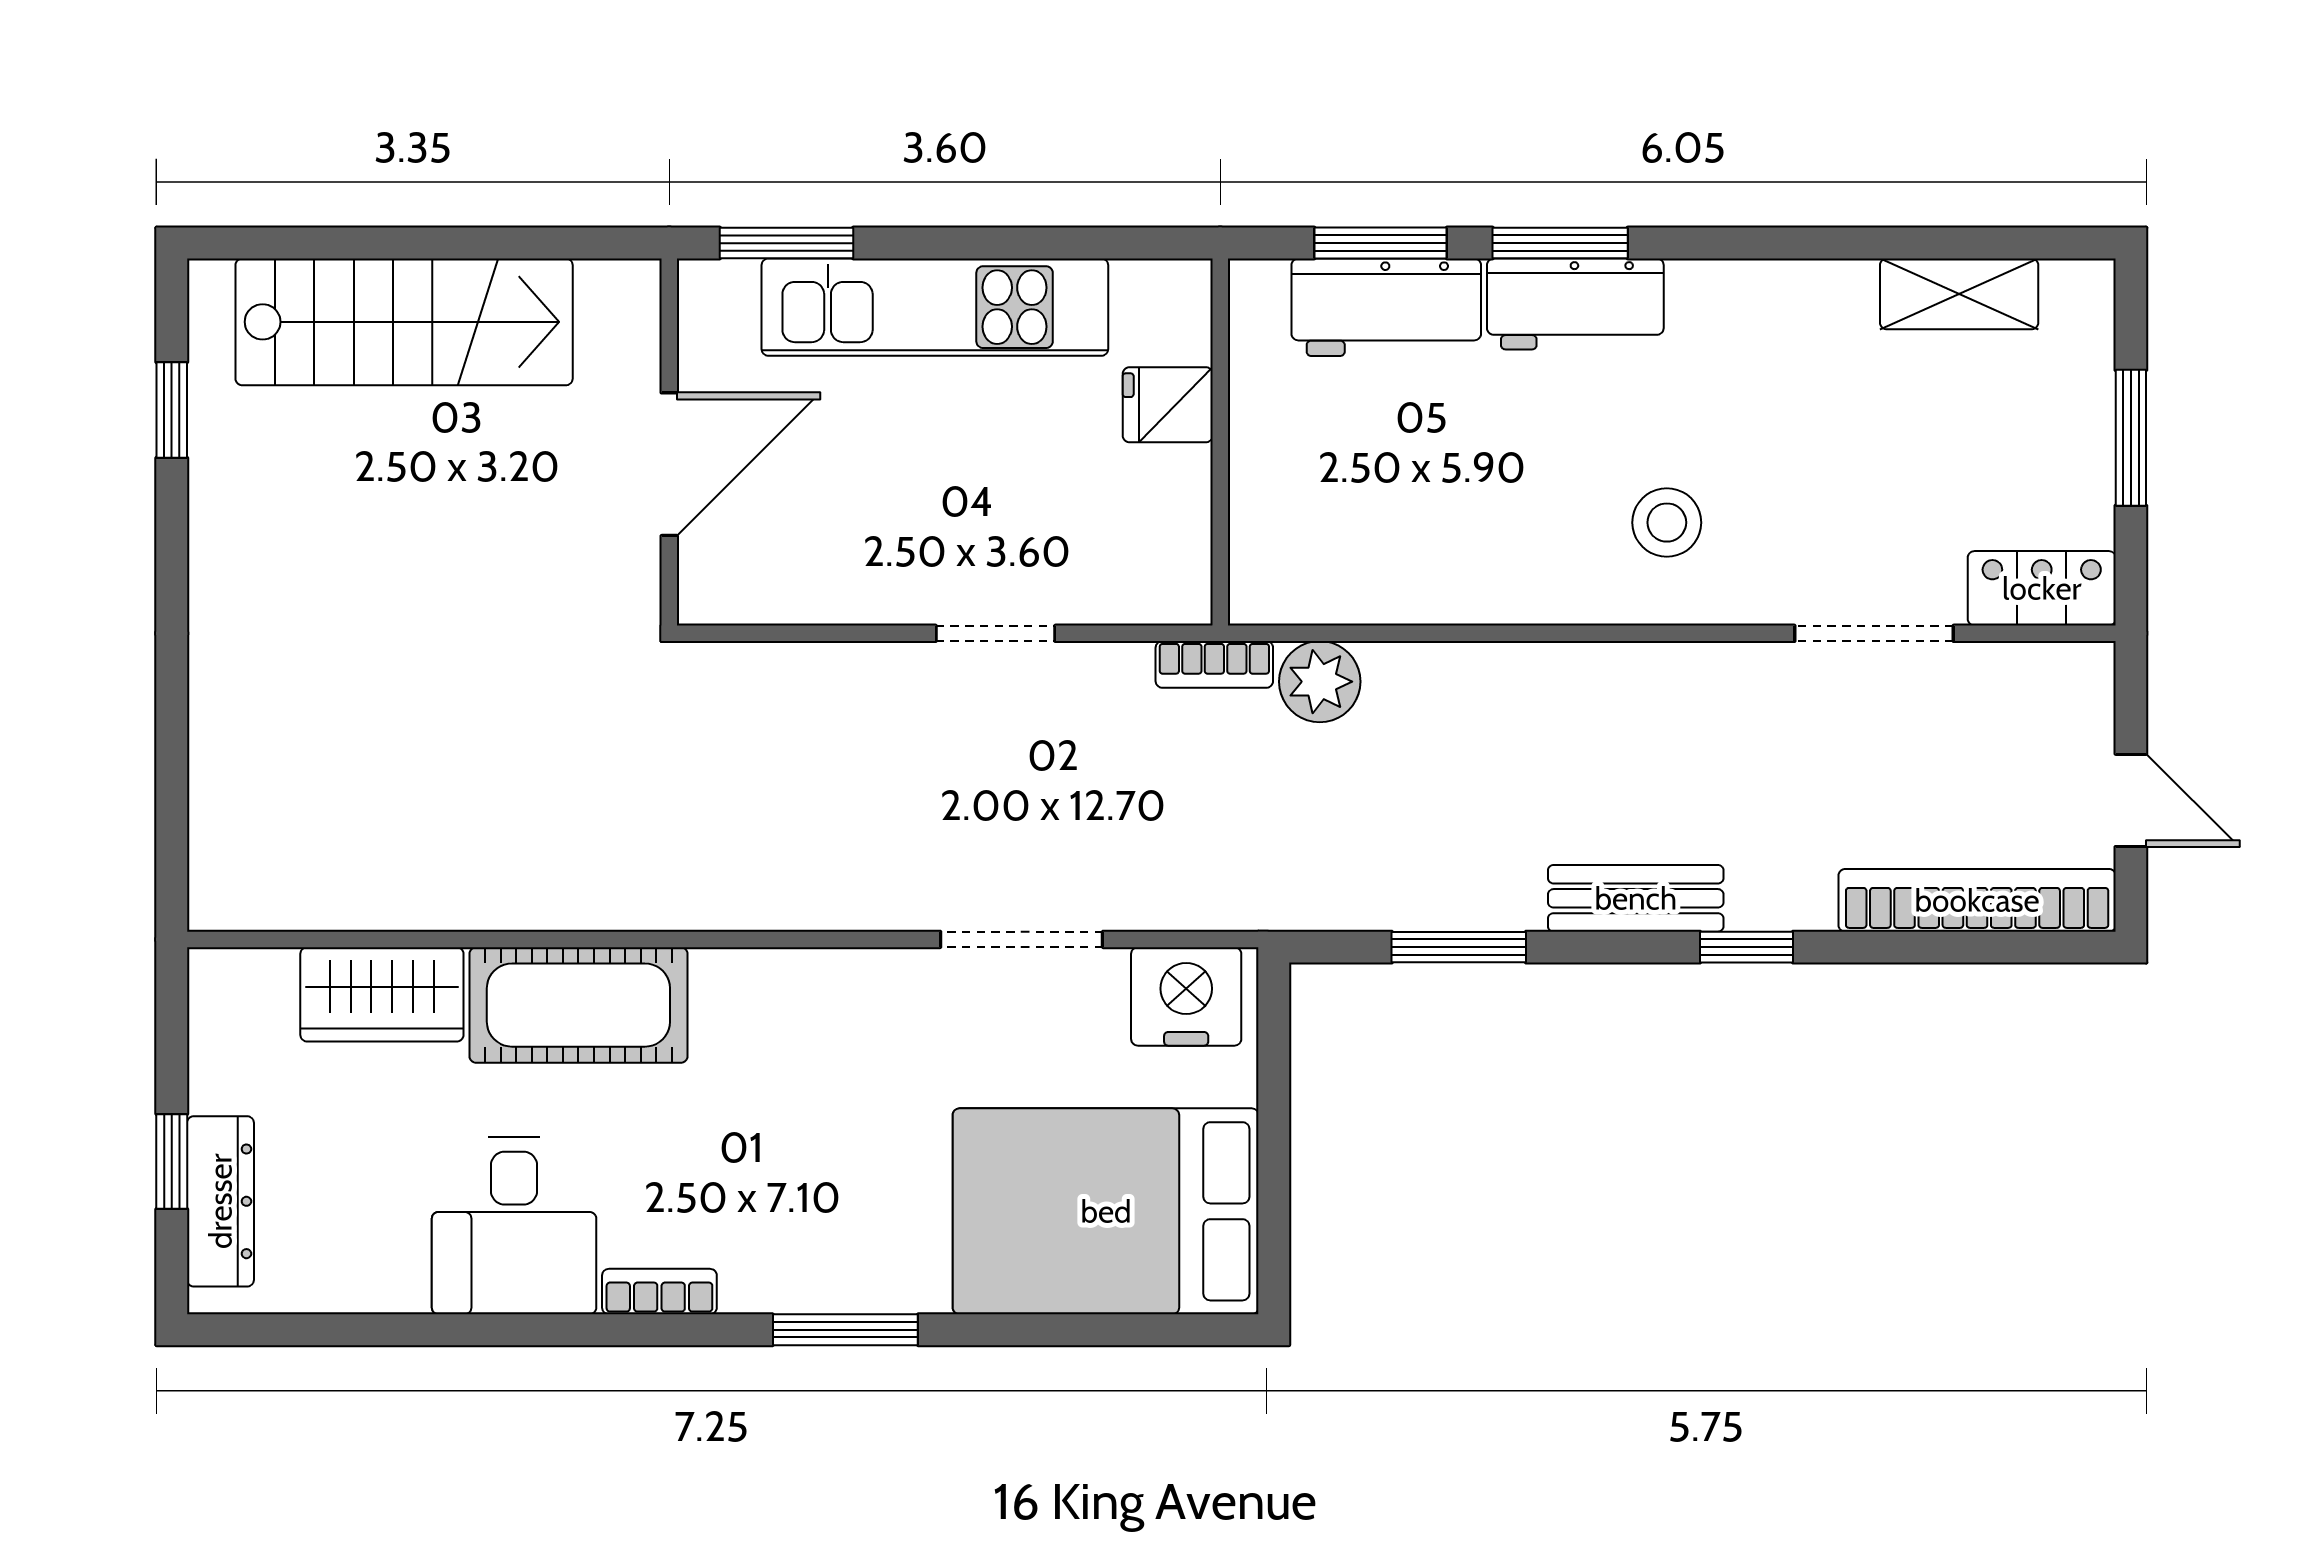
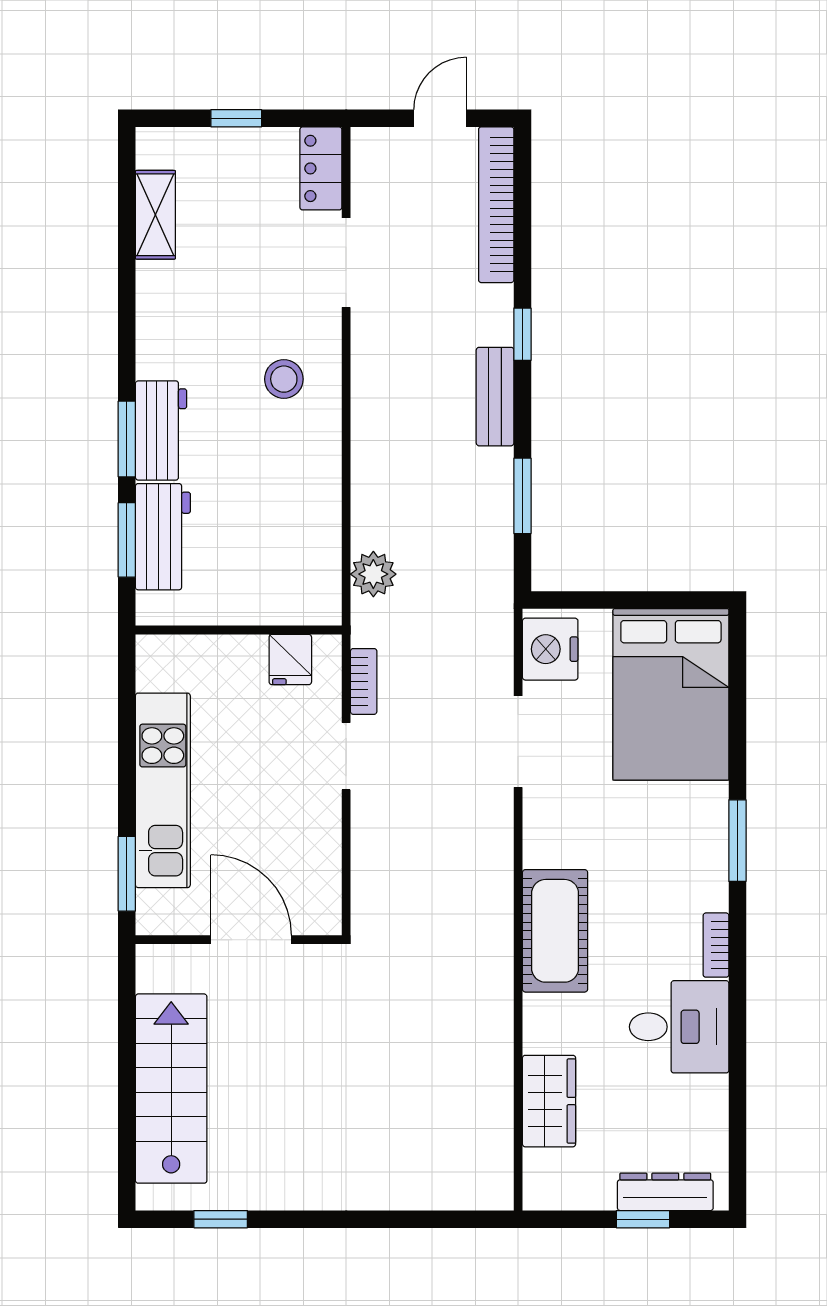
fridge: (1168, 405) -> (290, 660), moved
window: (2131, 438) -> (236, 118), width x0.67
bookcase: (1214, 664) -> (364, 681), moved
cot: (578, 1005) -> (555, 931), moved

